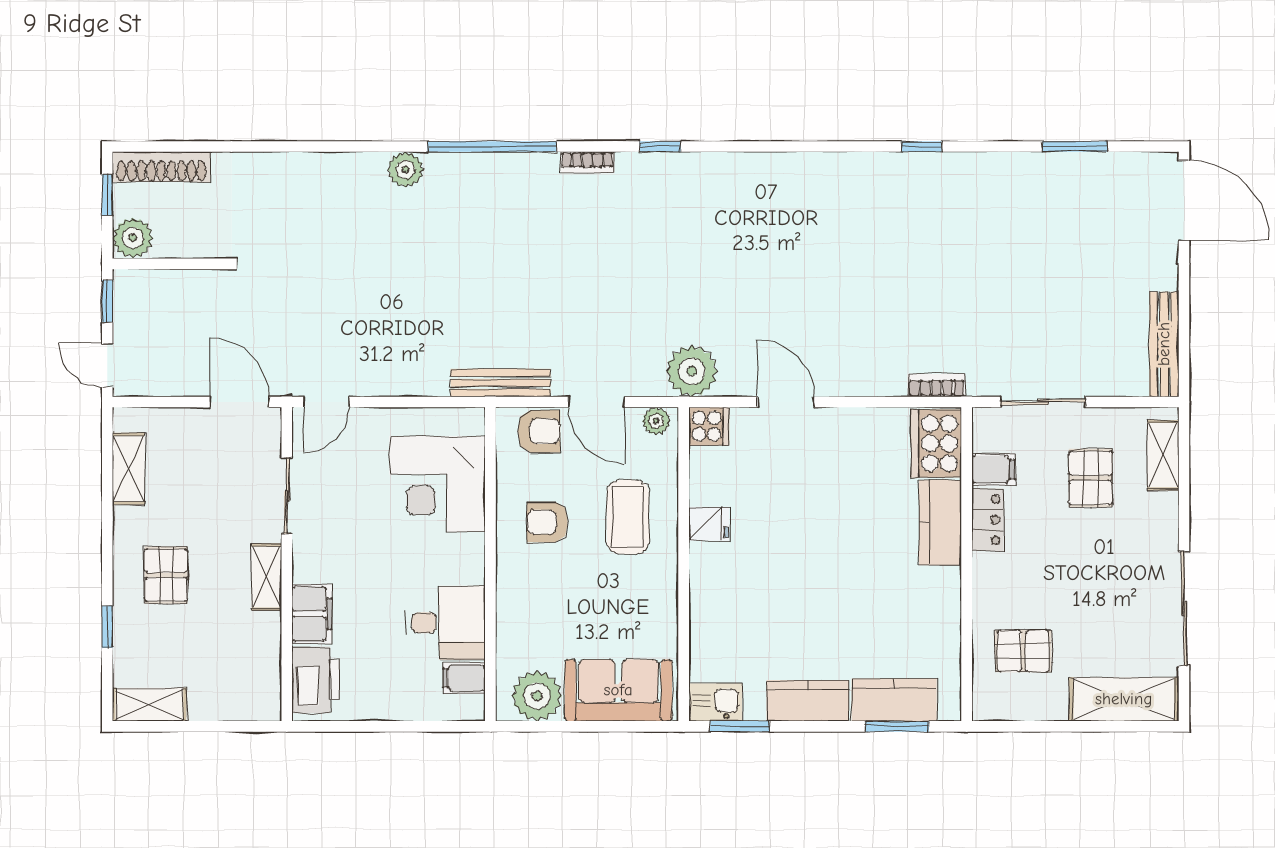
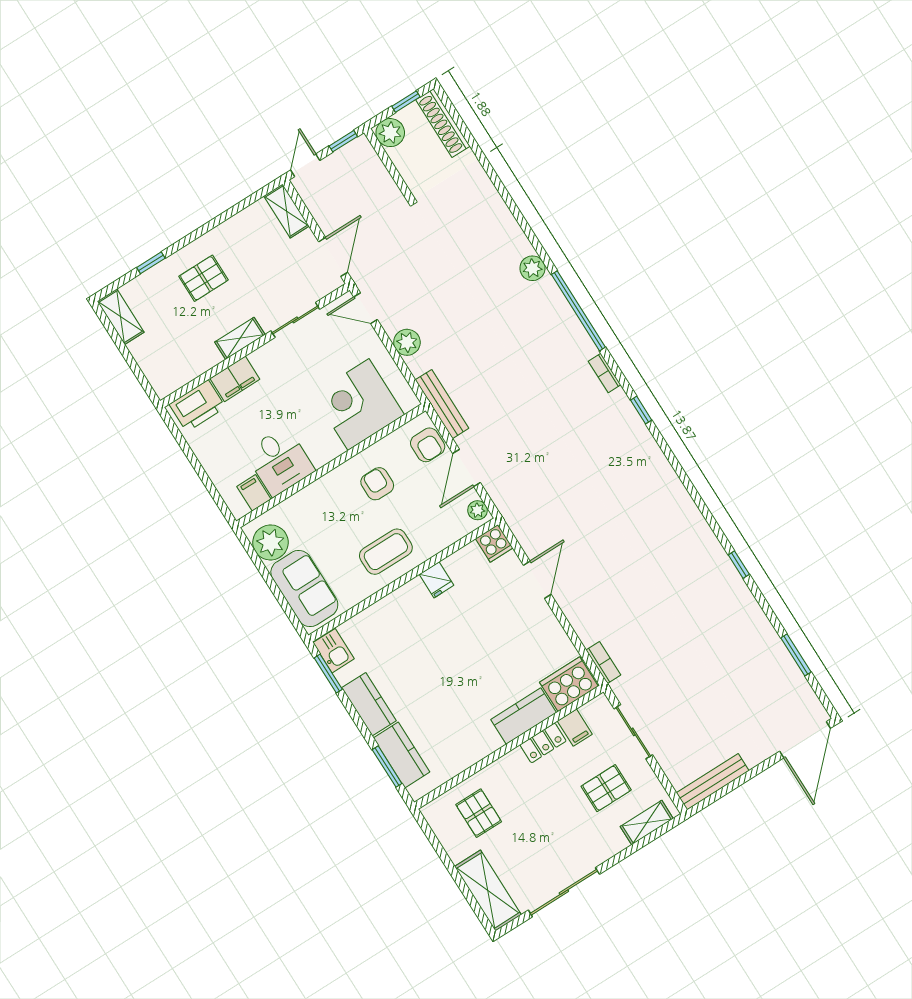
plant: (692, 371) -> (407, 342), moved, width x0.73, depth x0.73
shelving: (129, 469) -> (286, 211), moved, turned 90
coffee table: (628, 517) -> (386, 552), moved

